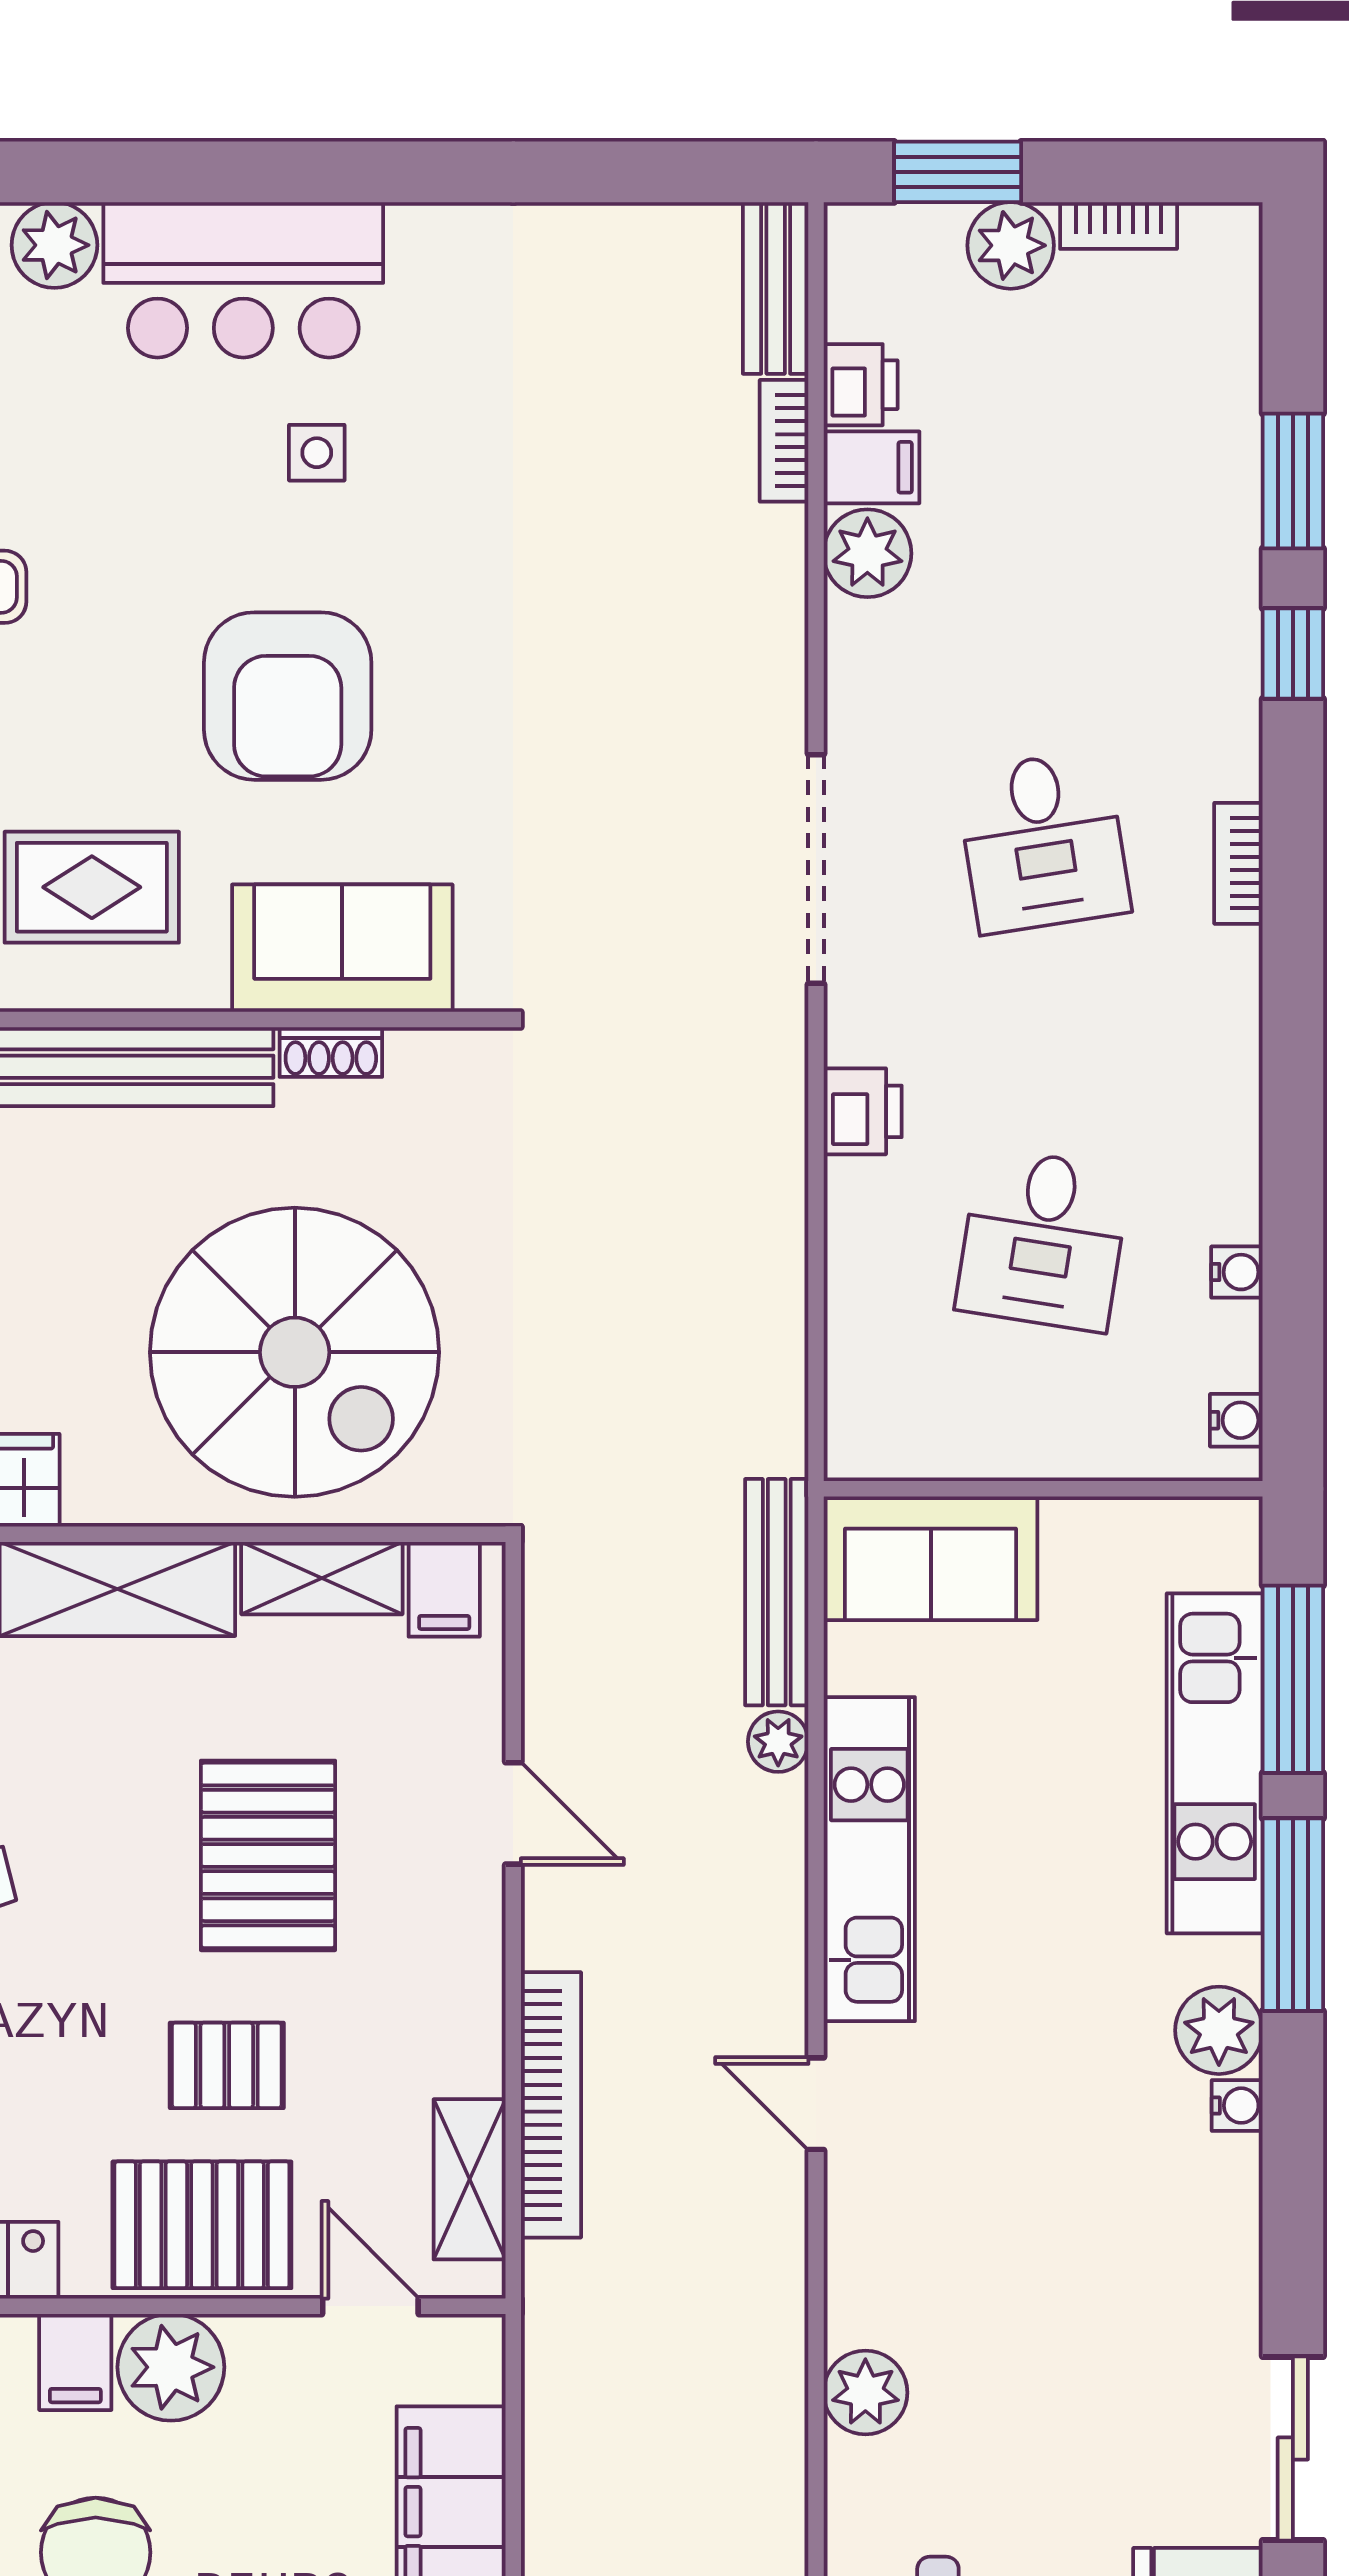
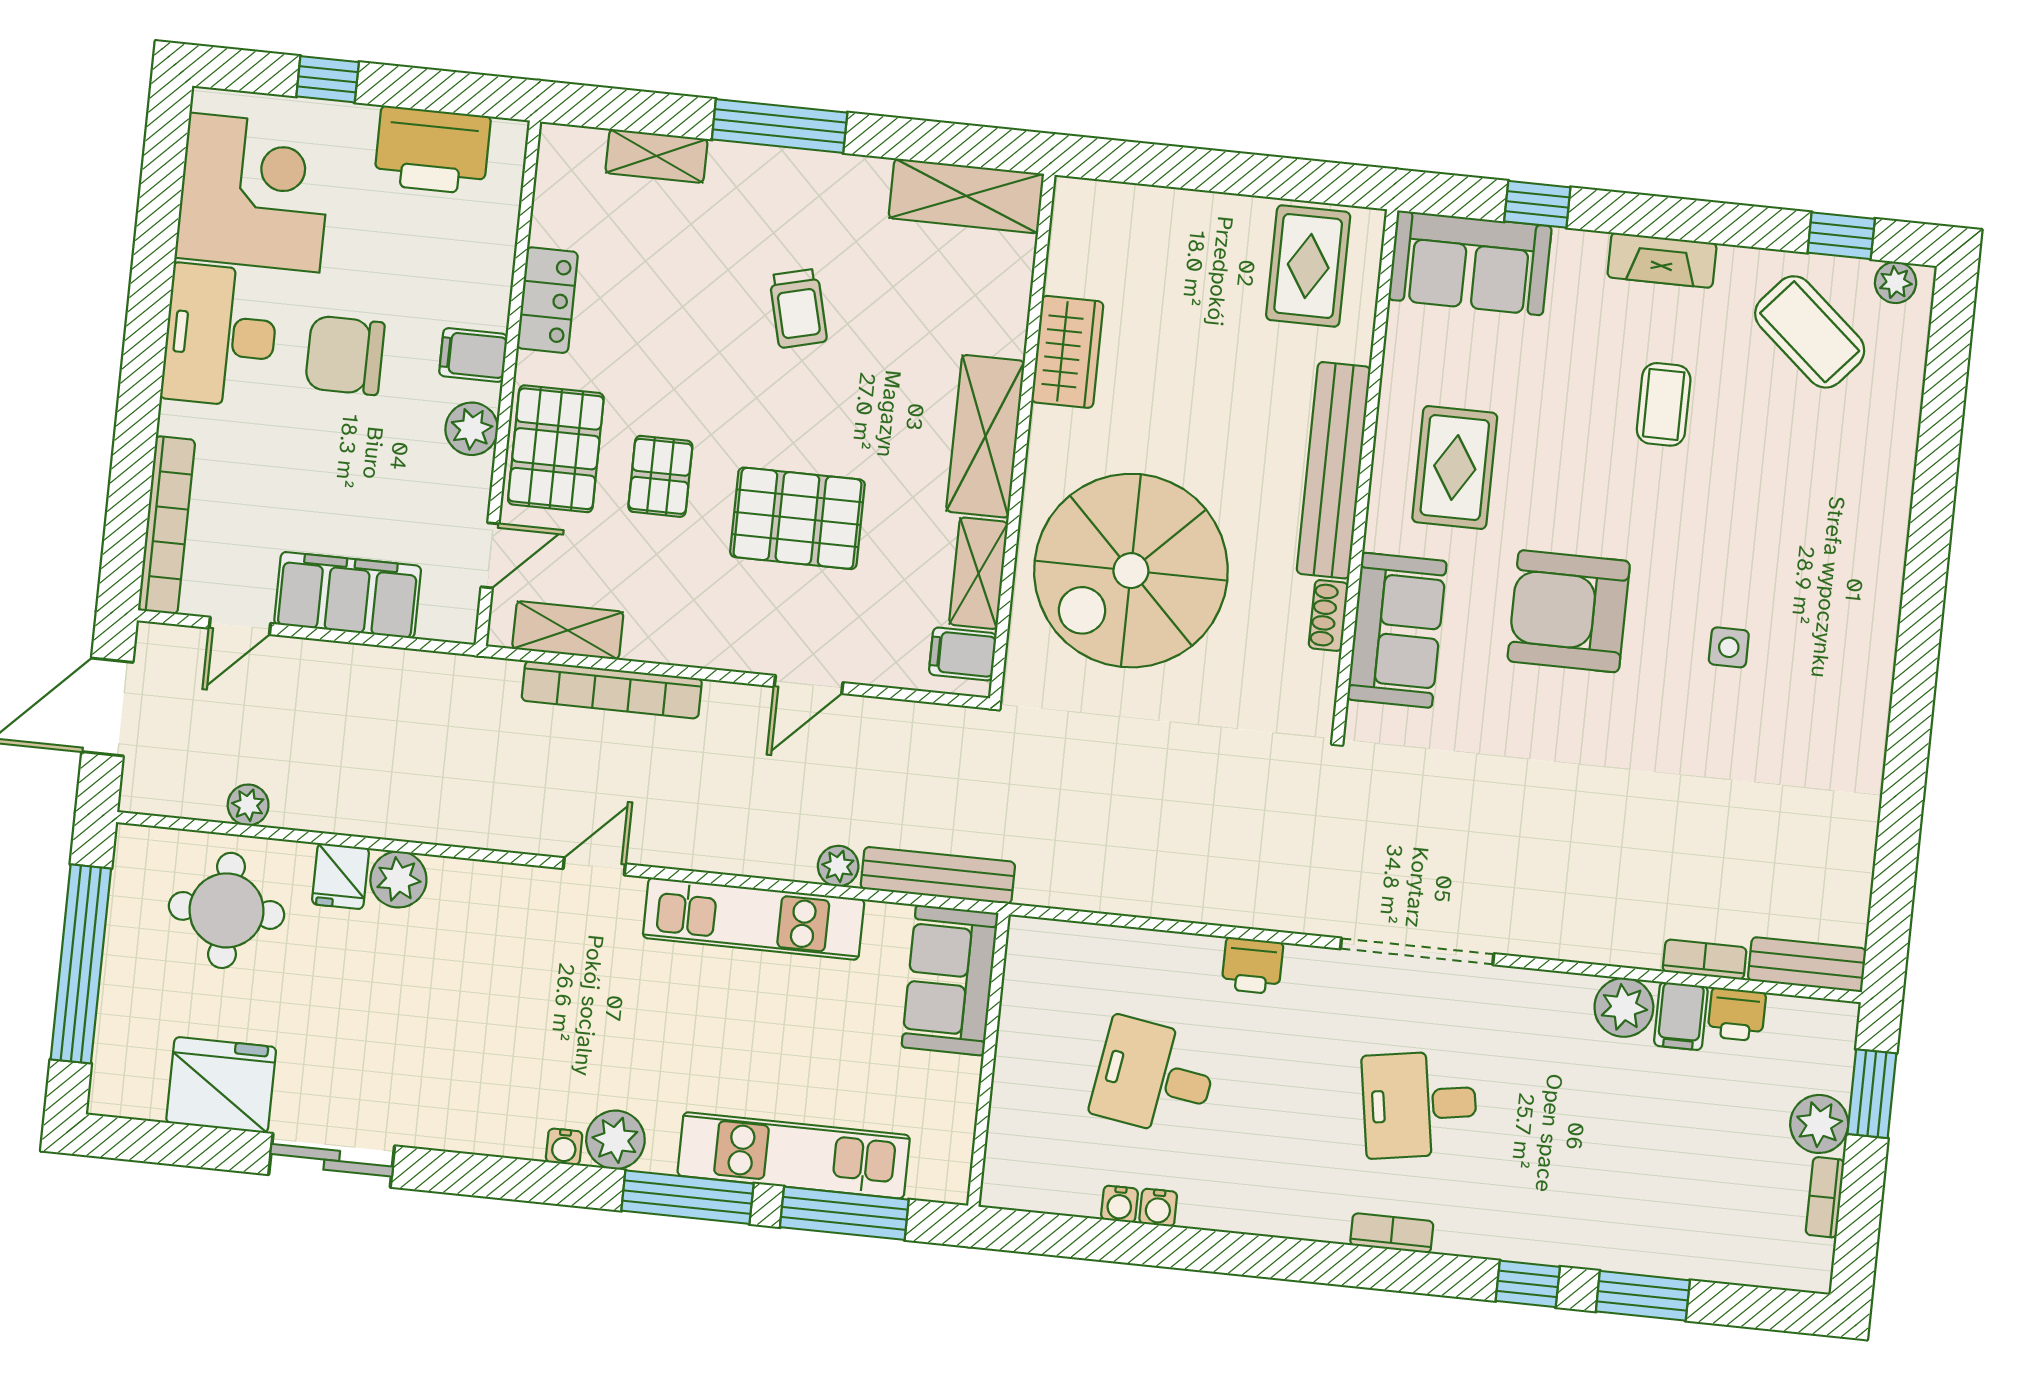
plant: (54, 245) -> (1885, 487), removed
bar counter: (243, 280) -> (1849, 610), removed
water cooler: (1236, 1420) -> (1158, 1208), moved
plant: (171, 2367) -> (472, 429), width x0.73, depth x0.73
fridge: (870, 2479) -> (341, 876), added

